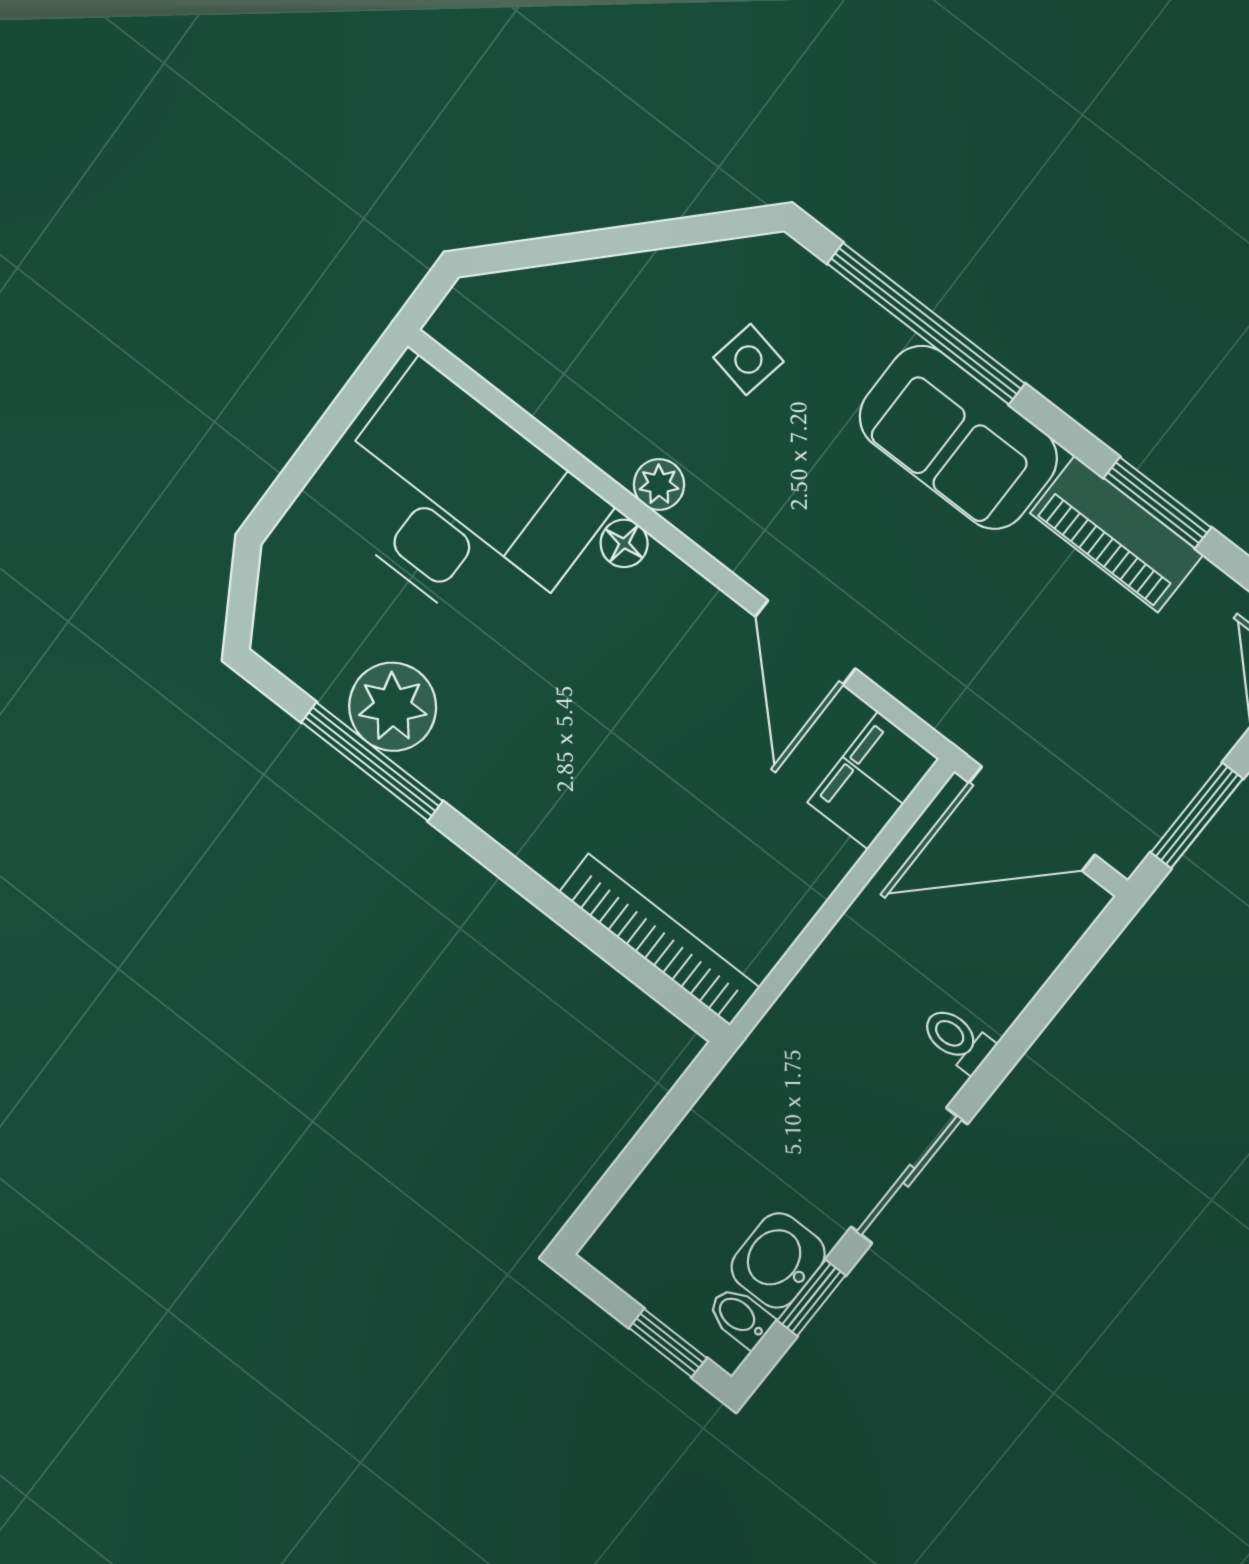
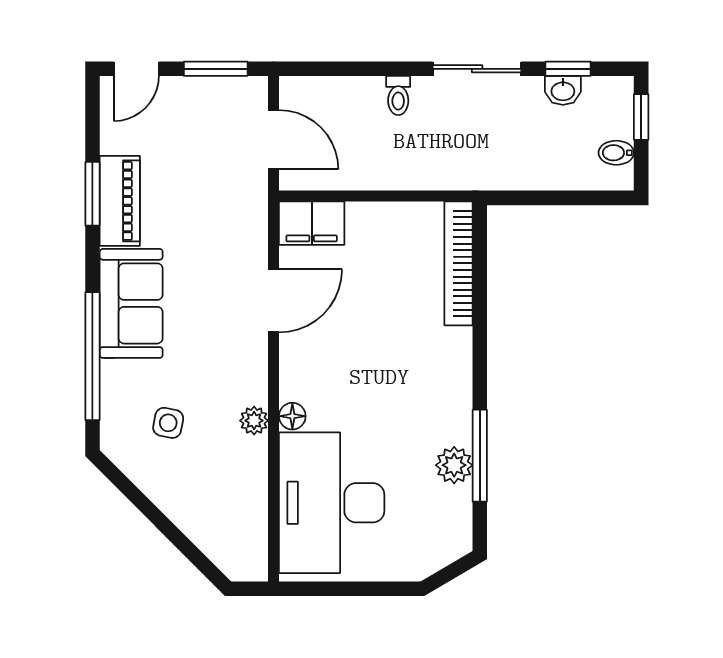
plant: (393, 707) -> (454, 465), width x0.73, depth x0.73
door: (1032, 819) -> (274, 140), width x0.73
washbasin: (778, 1261) -> (563, 90), width x0.72, depth x0.69
bidet: (740, 1317) -> (616, 153), moved, turned 90

